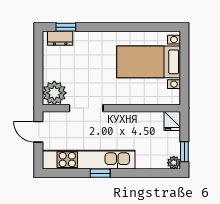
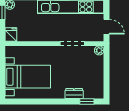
dresser: (60, 38) -> (74, 94), moved
plant: (54, 93) -> (99, 50), width x0.53, depth x0.53

